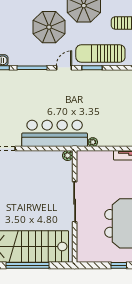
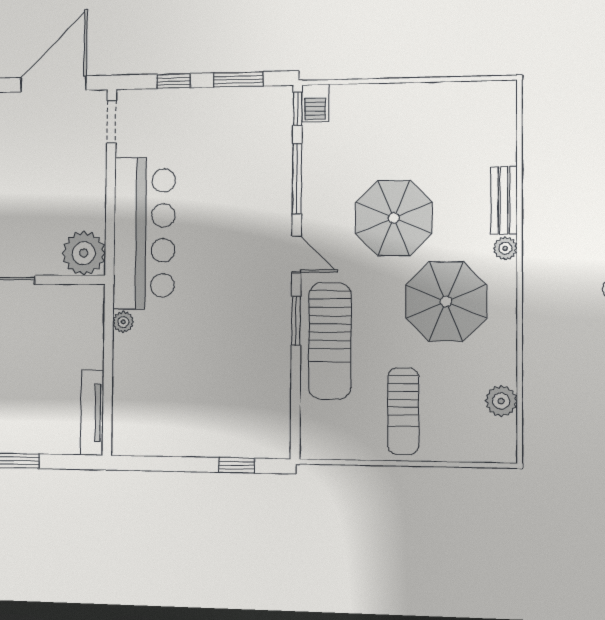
sun lounger: (100, 53) -> (330, 341), turned 180
plant: (68, 155) -> (84, 253), width x1.88, depth x1.88

